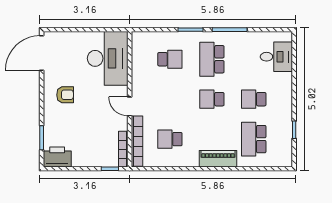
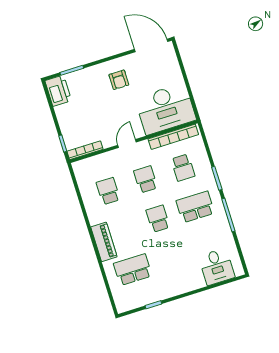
school desk: (254, 99) -> (146, 179), moved
bookcase: (137, 141) -> (173, 137), moved

